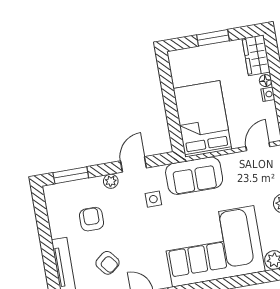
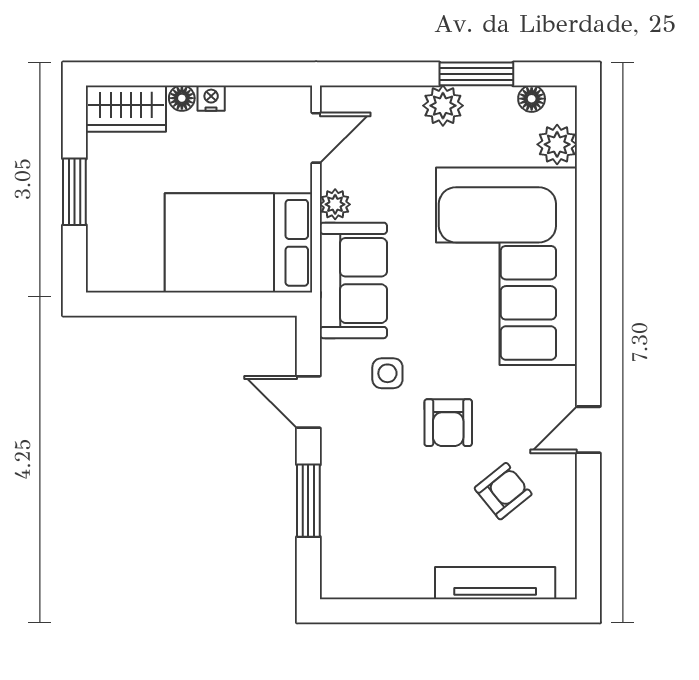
door: (258, 147) -> (316, 138), swing flipped
window: (71, 175) -> (308, 501), moved
plant: (111, 181) -> (335, 204), moved
armchair: (91, 219) -> (448, 423), moved, turned -90

